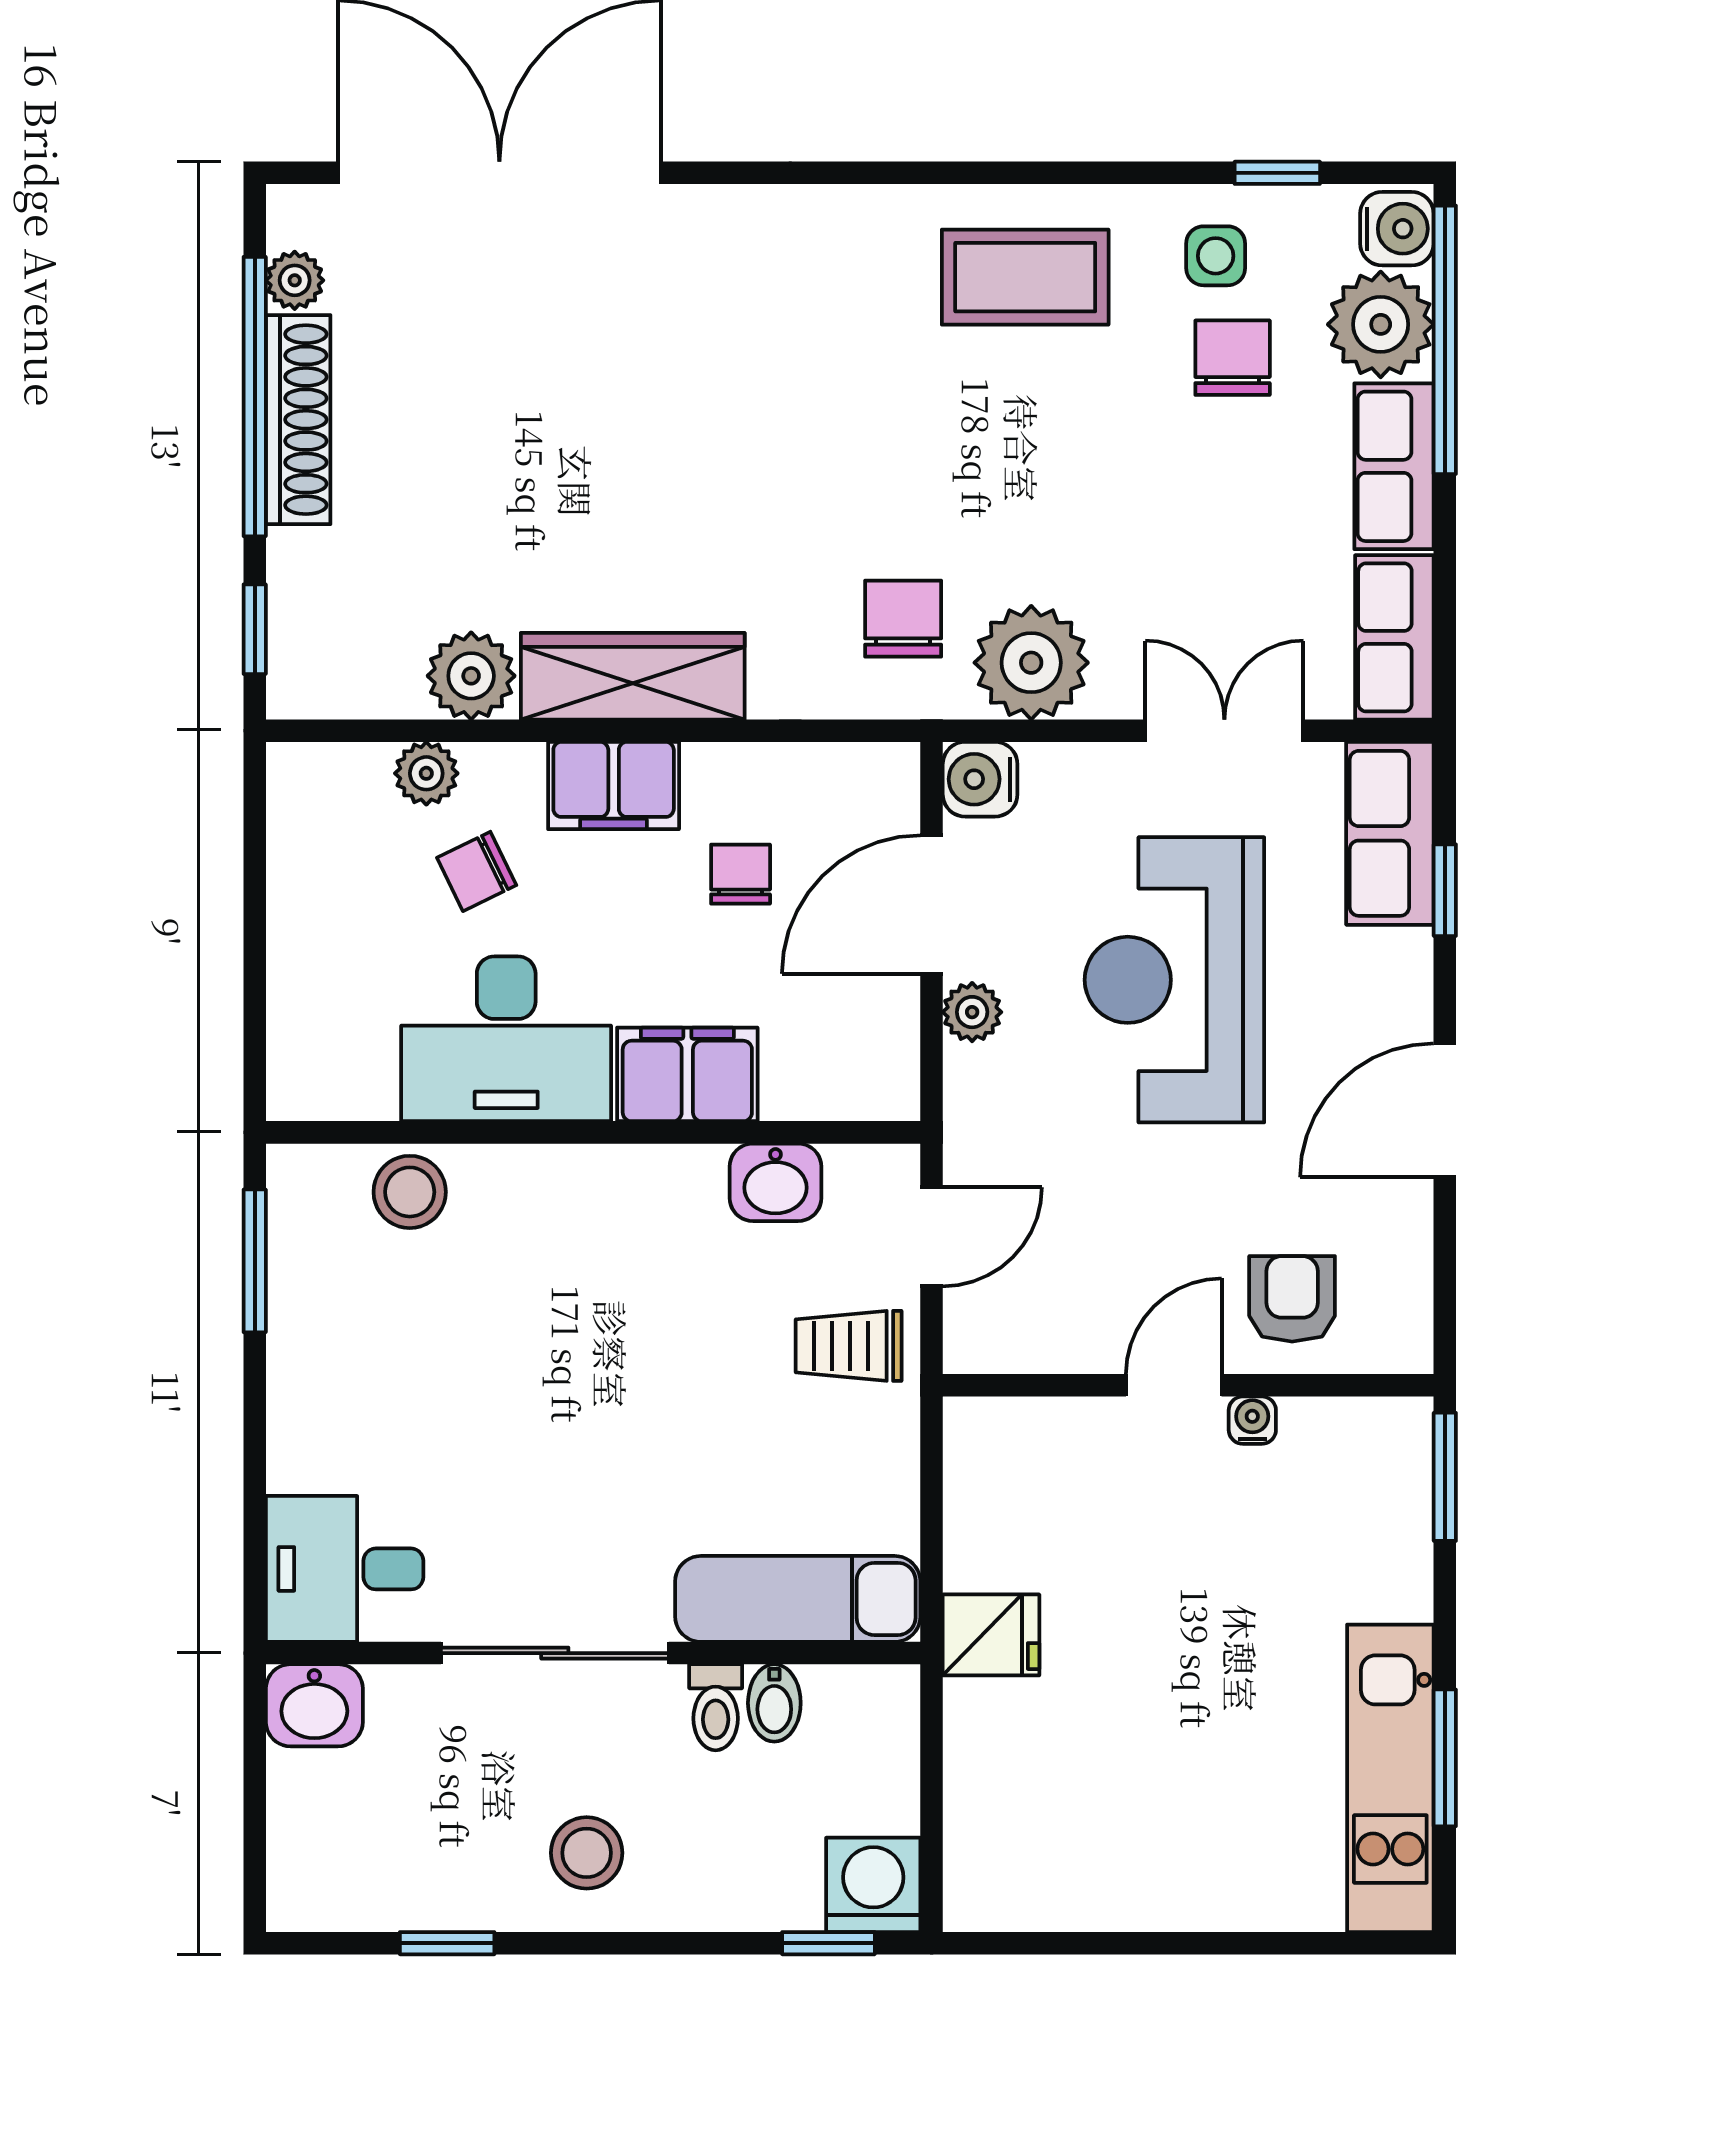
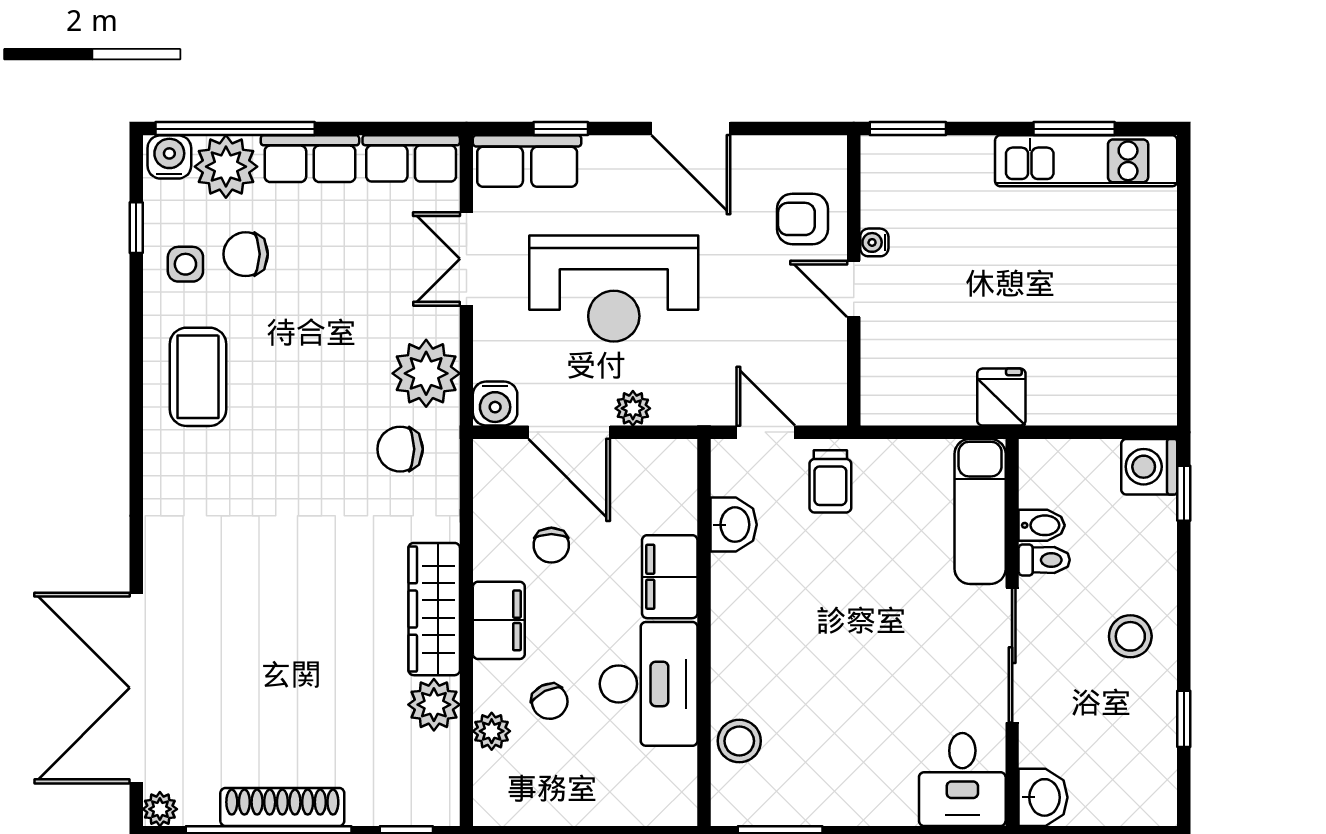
plant: (295, 280) -> (160, 809), moved
chair: (741, 874) -> (551, 545), turned -90

